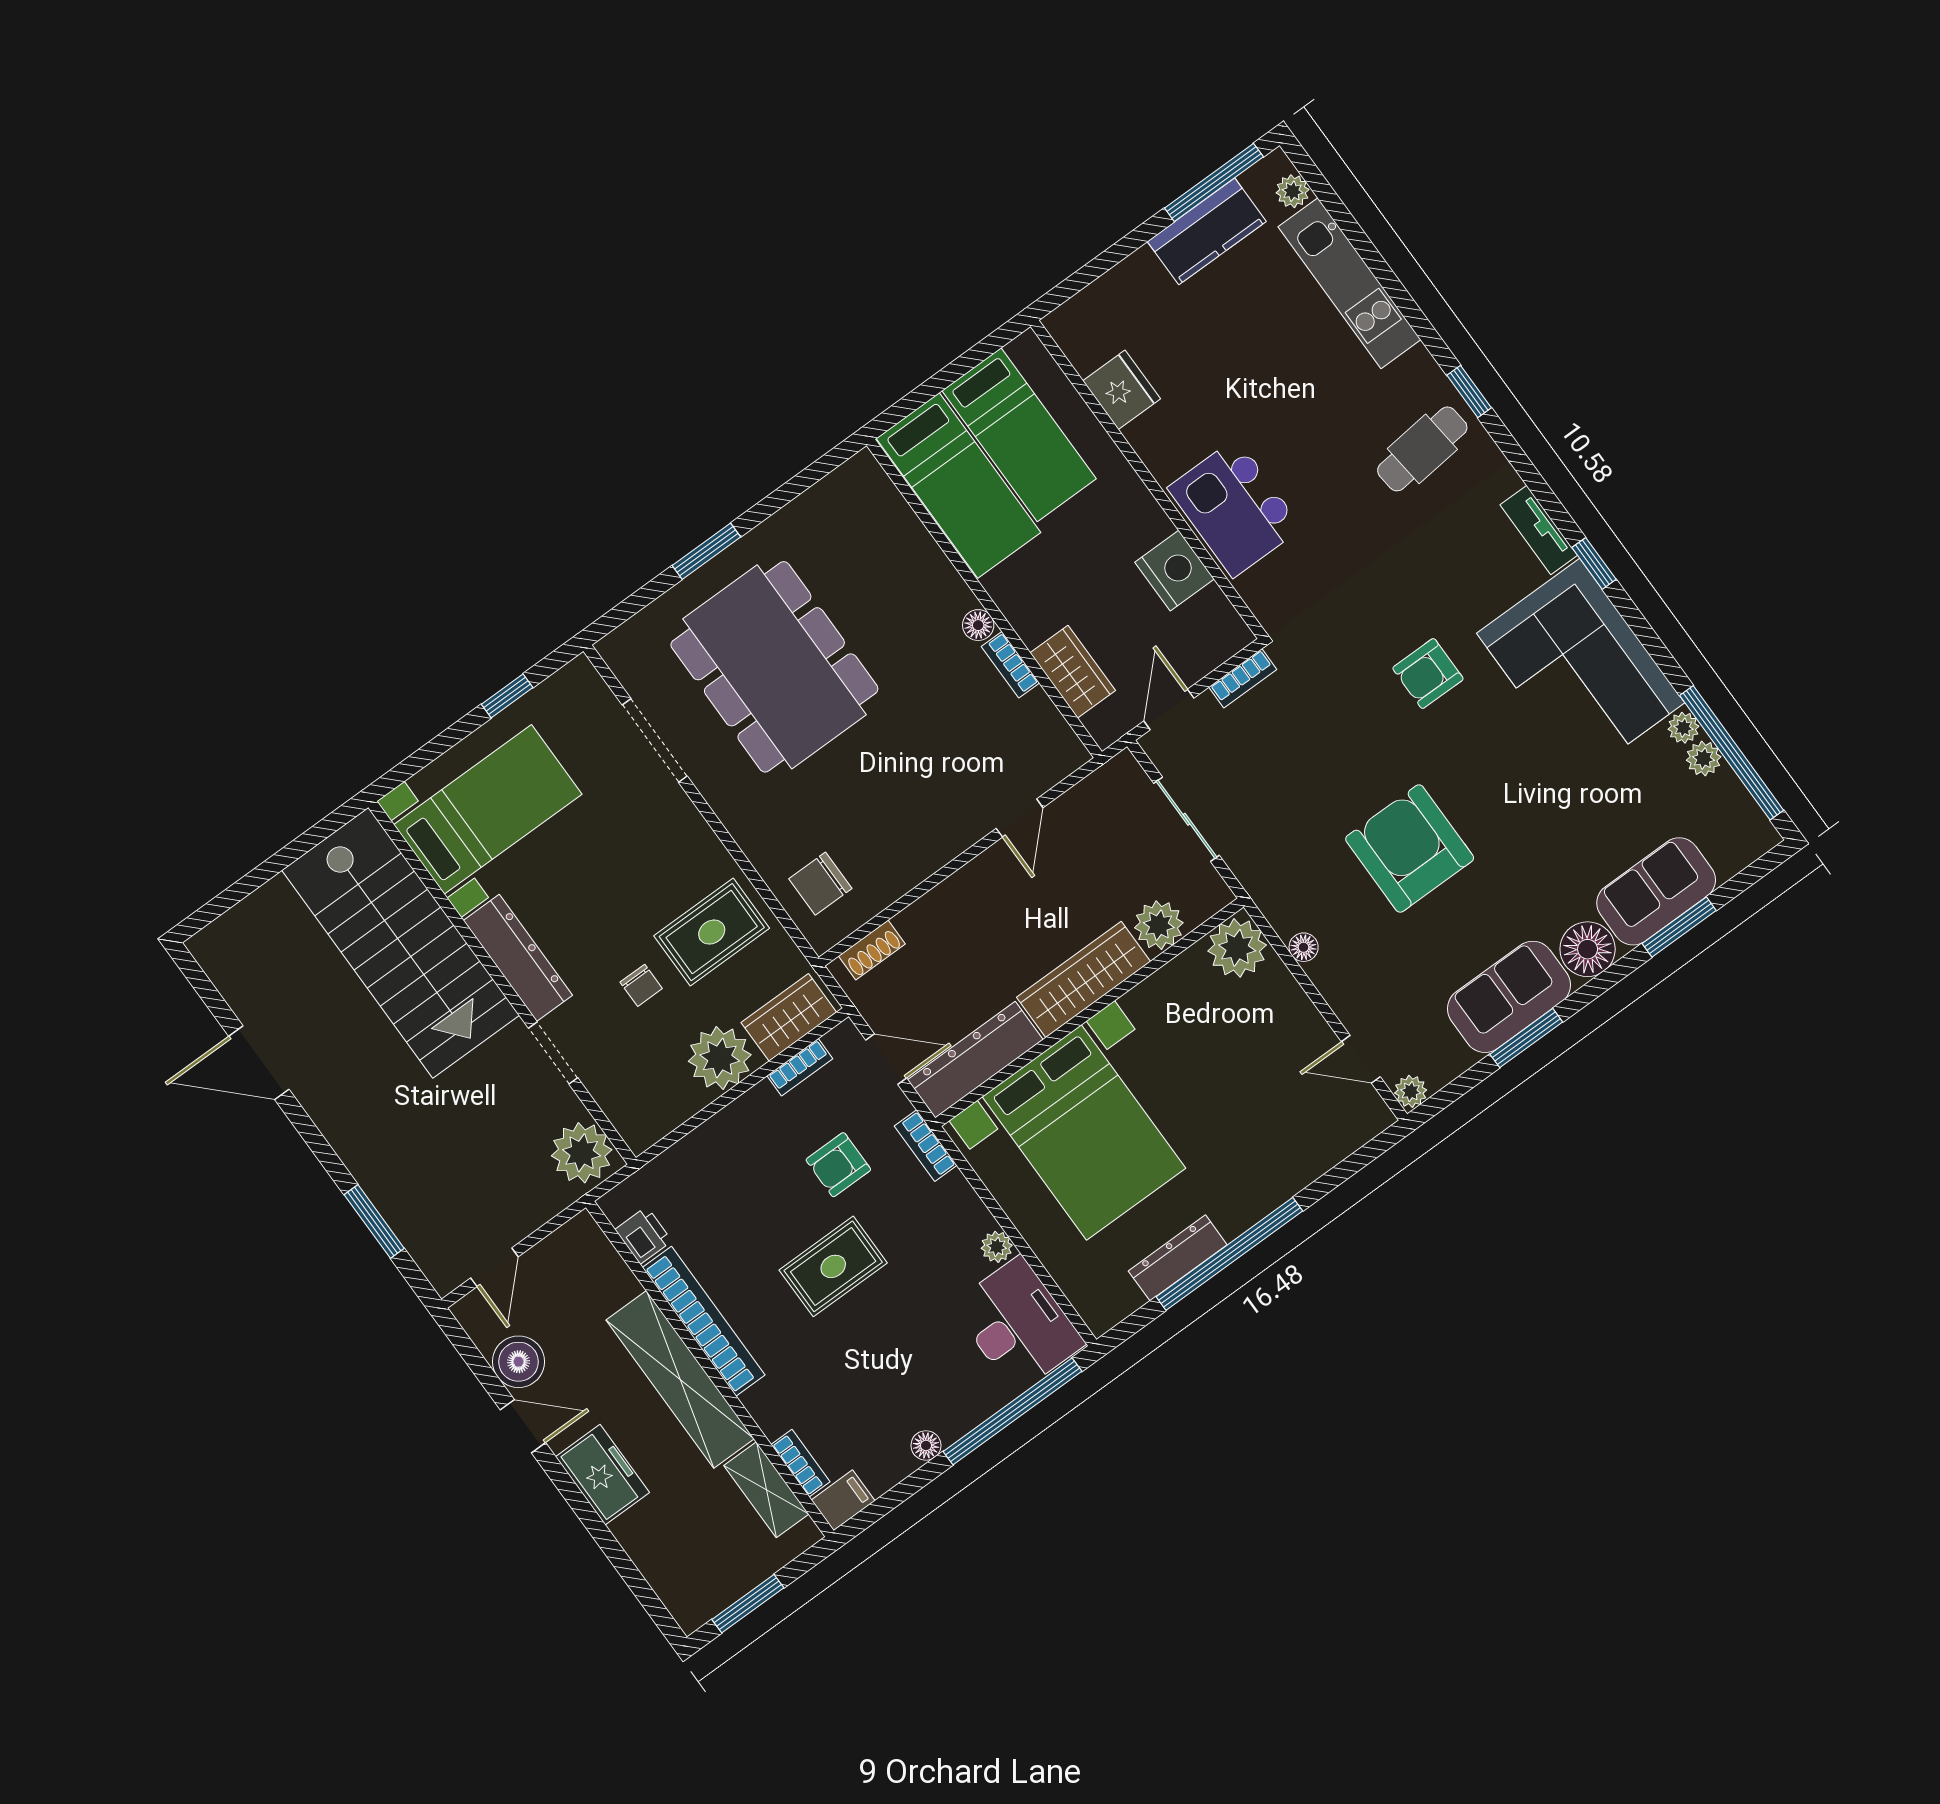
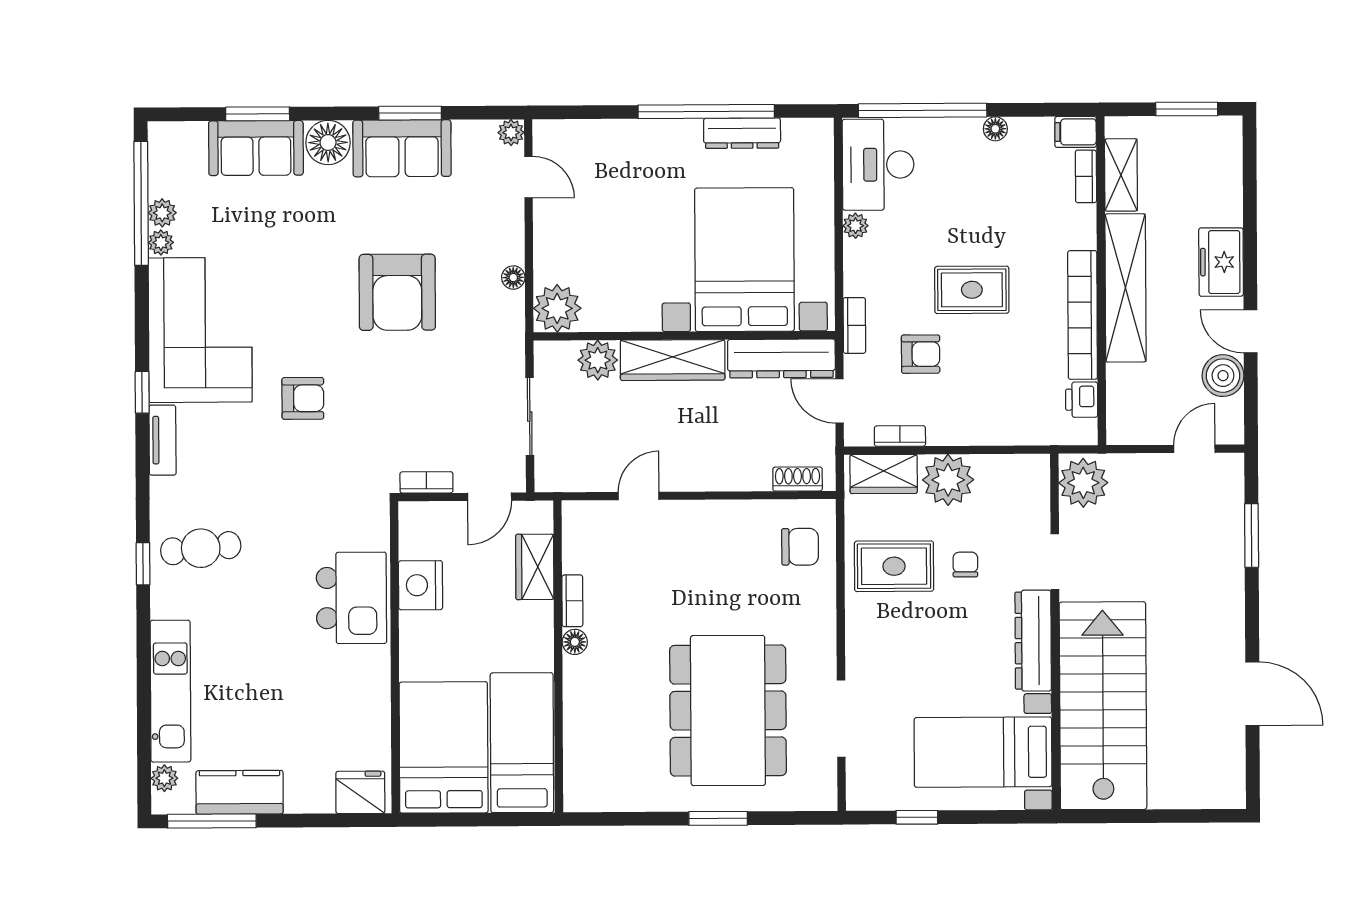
fridge: (1122, 390) -> (360, 792), moved, turned 90
bed: (1019, 435) -> (444, 747), width x1.50

